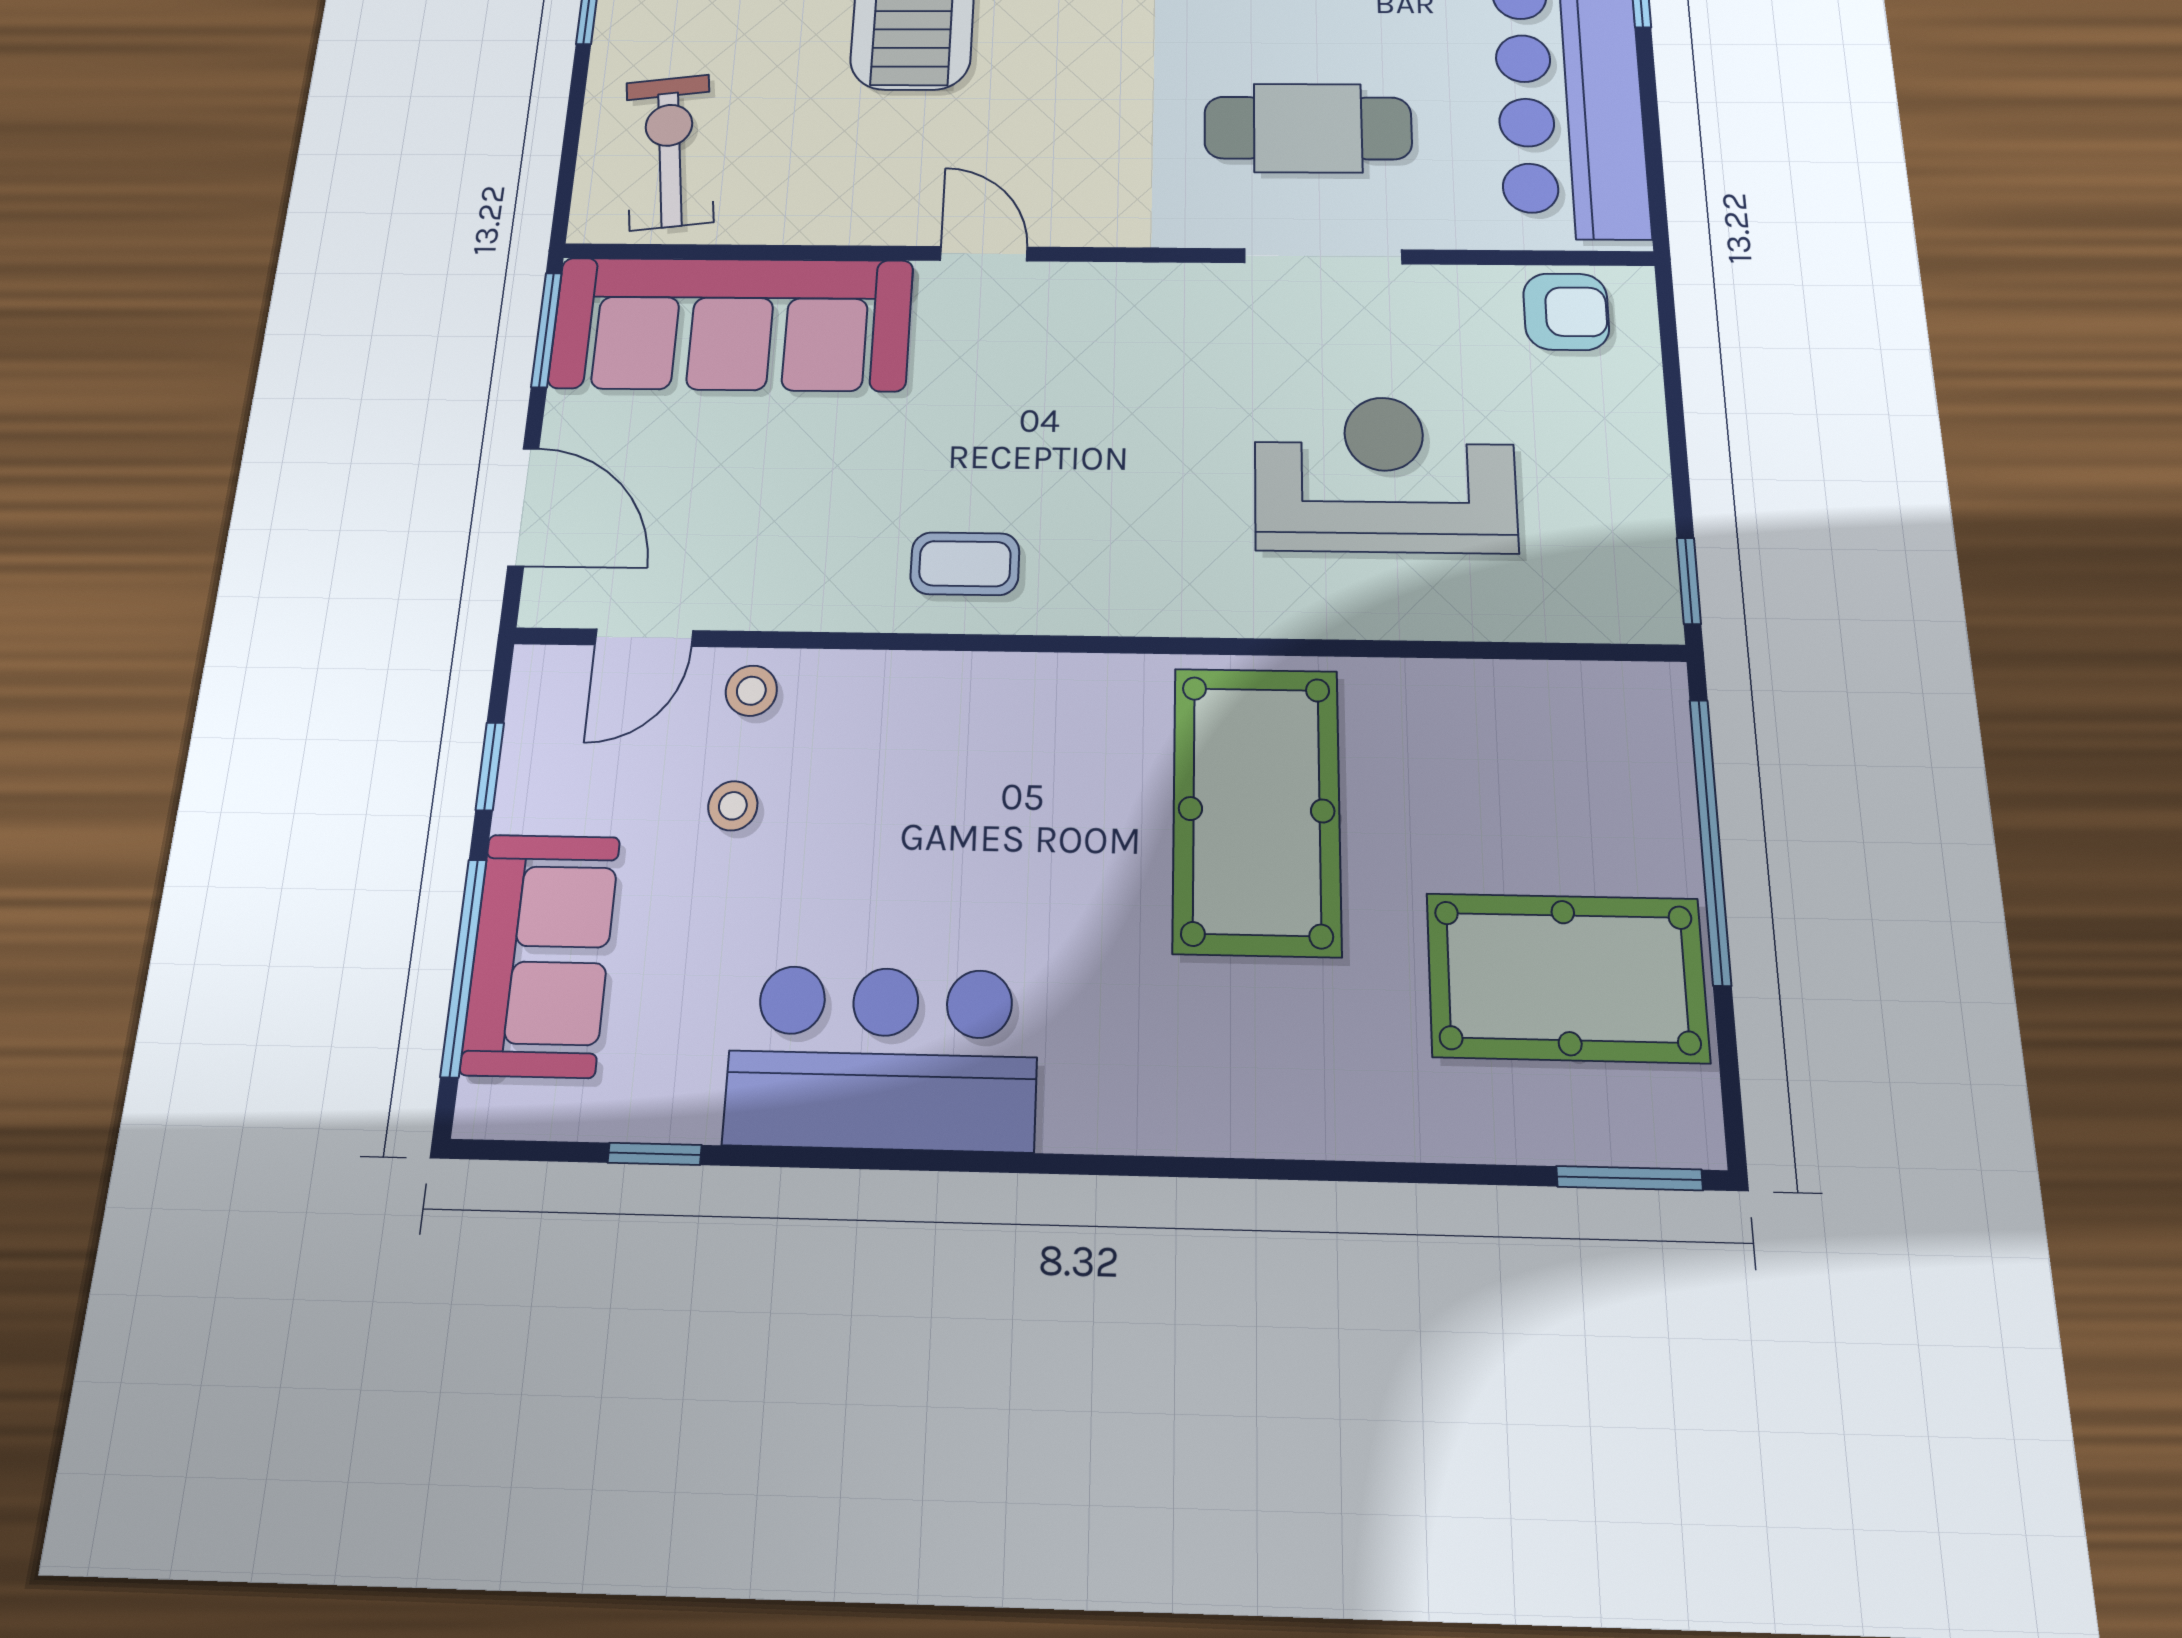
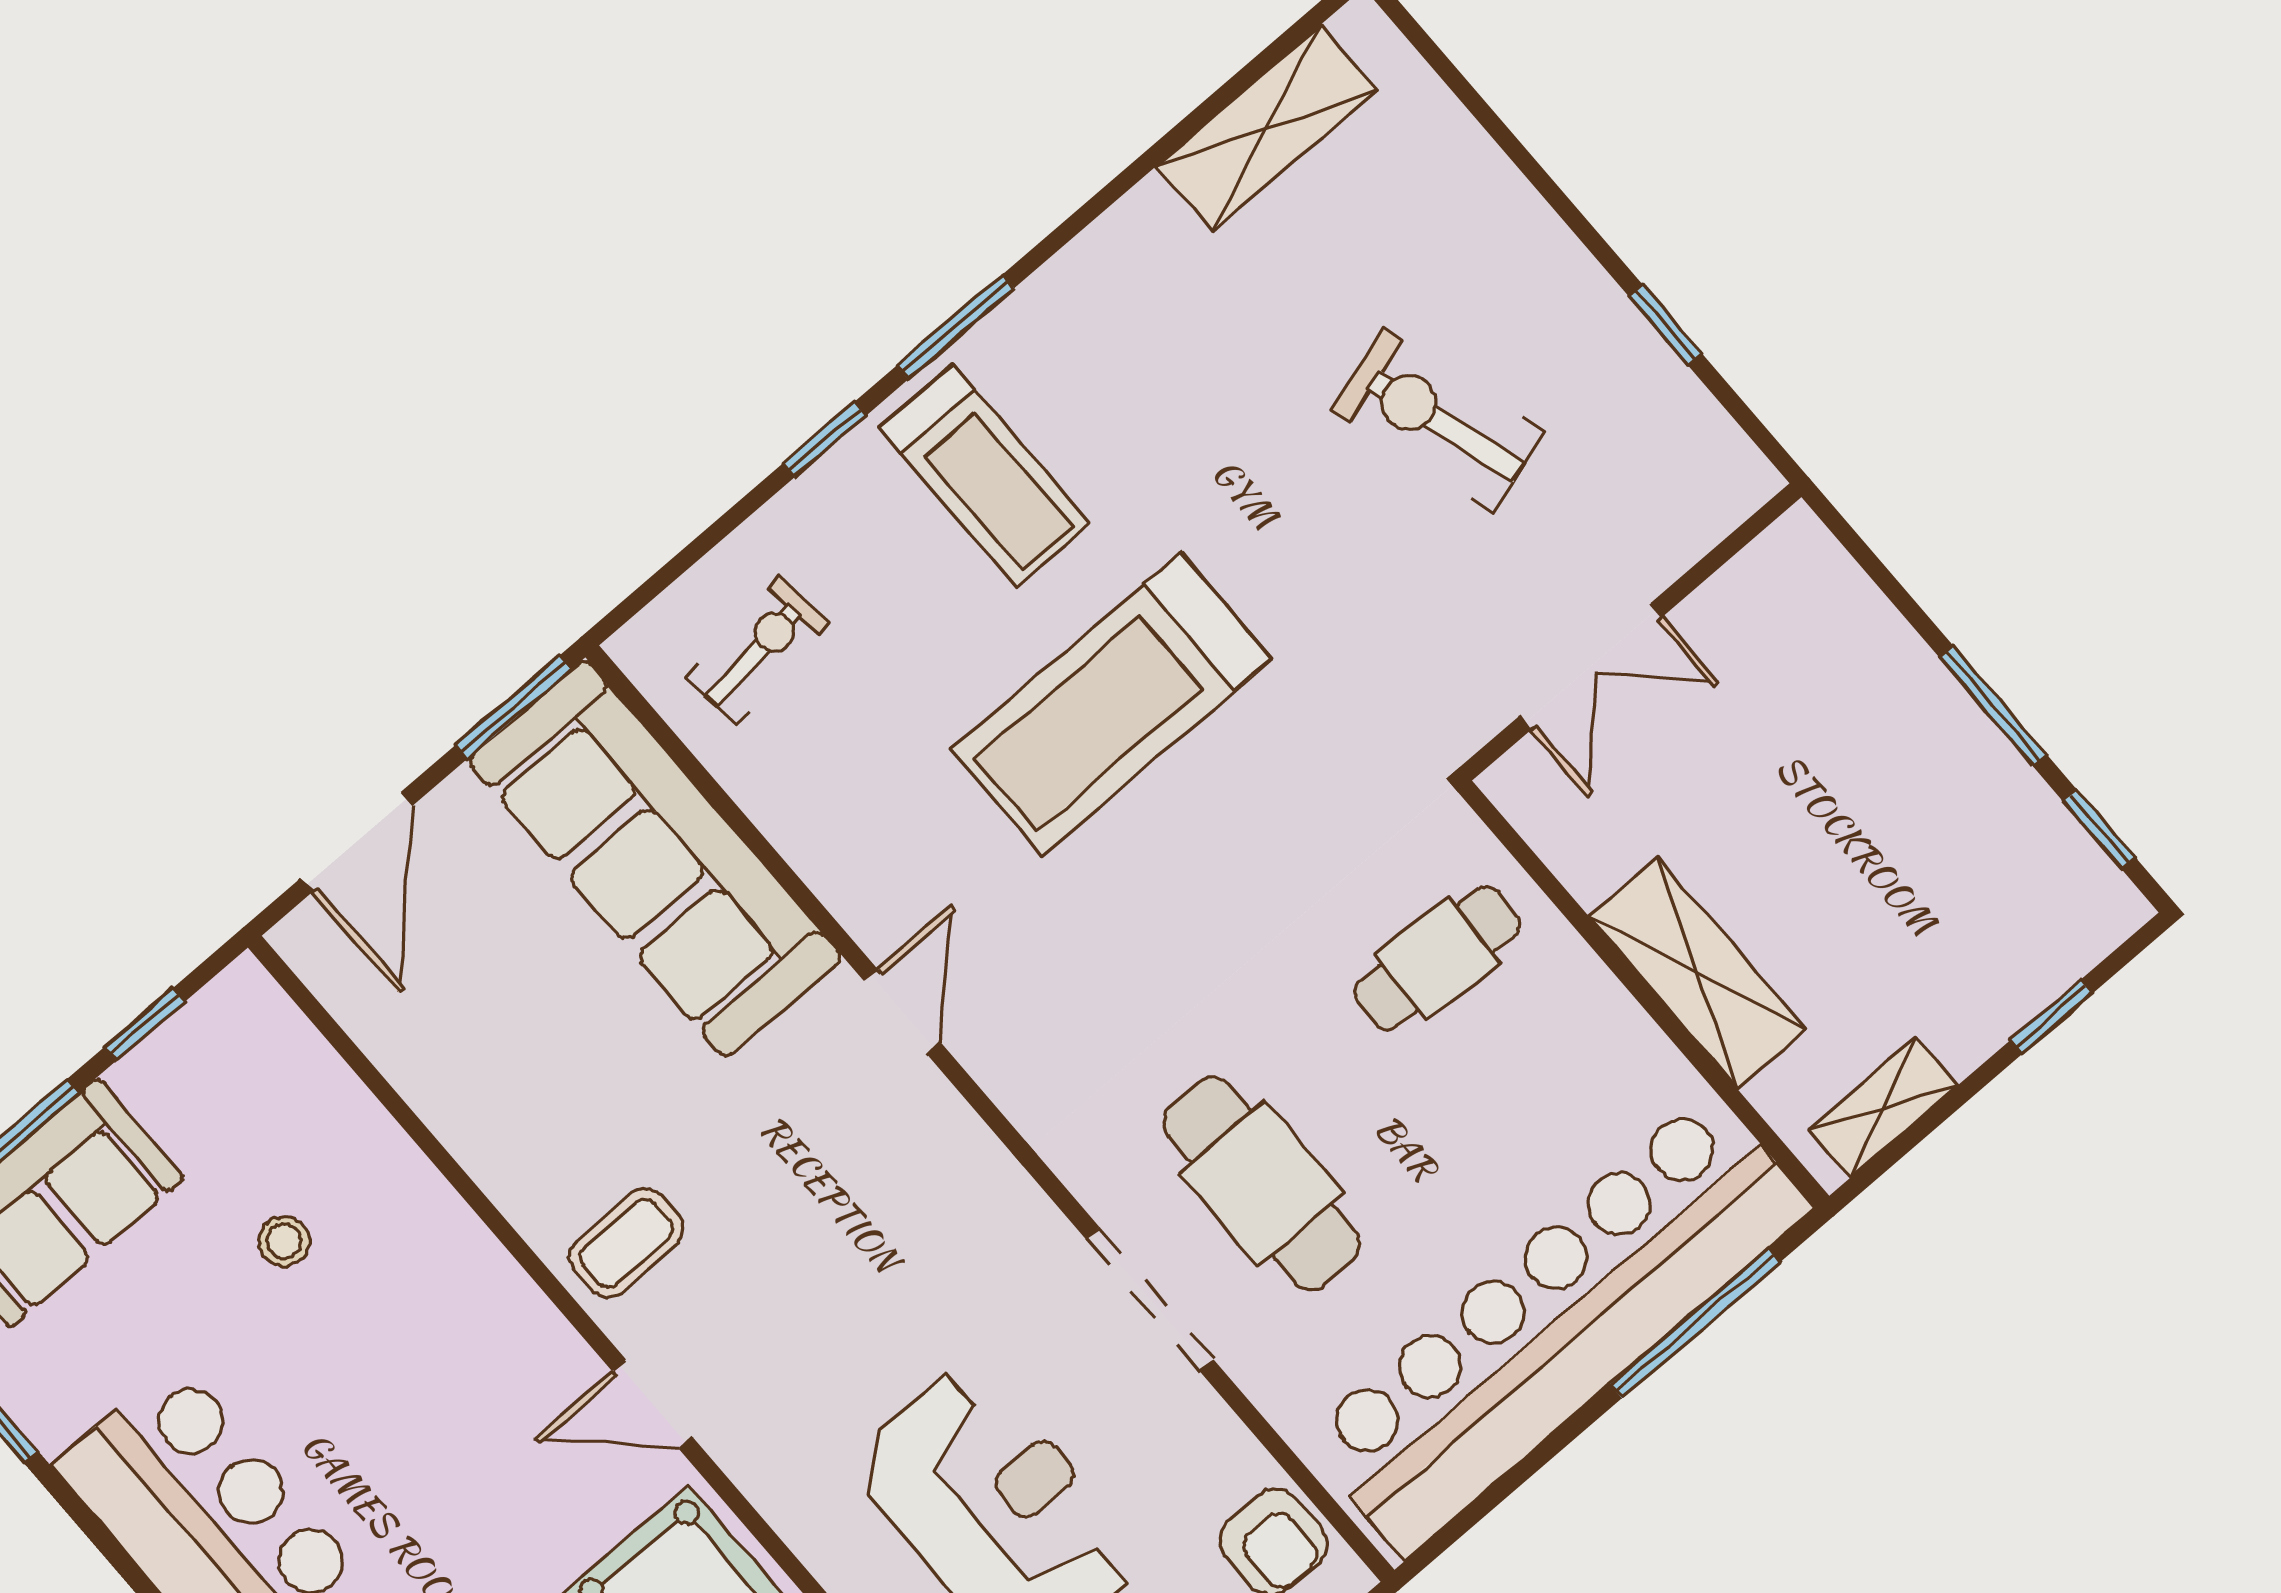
exercise bike: (670, 152) -> (758, 651), width x0.73, depth x0.72
coffee table: (965, 564) -> (626, 1243), turned 90
door: (644, 638) -> (652, 1404), moved
stool: (751, 691) -> (380, 1170), removed

